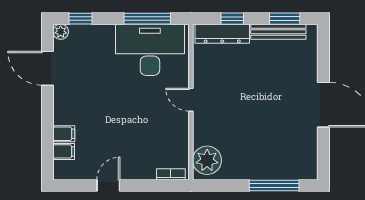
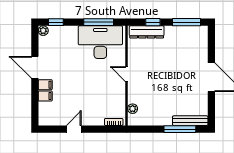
window: (285, 19) -> (187, 22), width x1.44
bench: (278, 32) -> (190, 121), moved
door: (48, 68) -> (35, 67), moved
filing cabinet: (64, 151) -> (45, 85), moved
plant: (207, 160) -> (133, 109), width x0.53, depth x0.53

